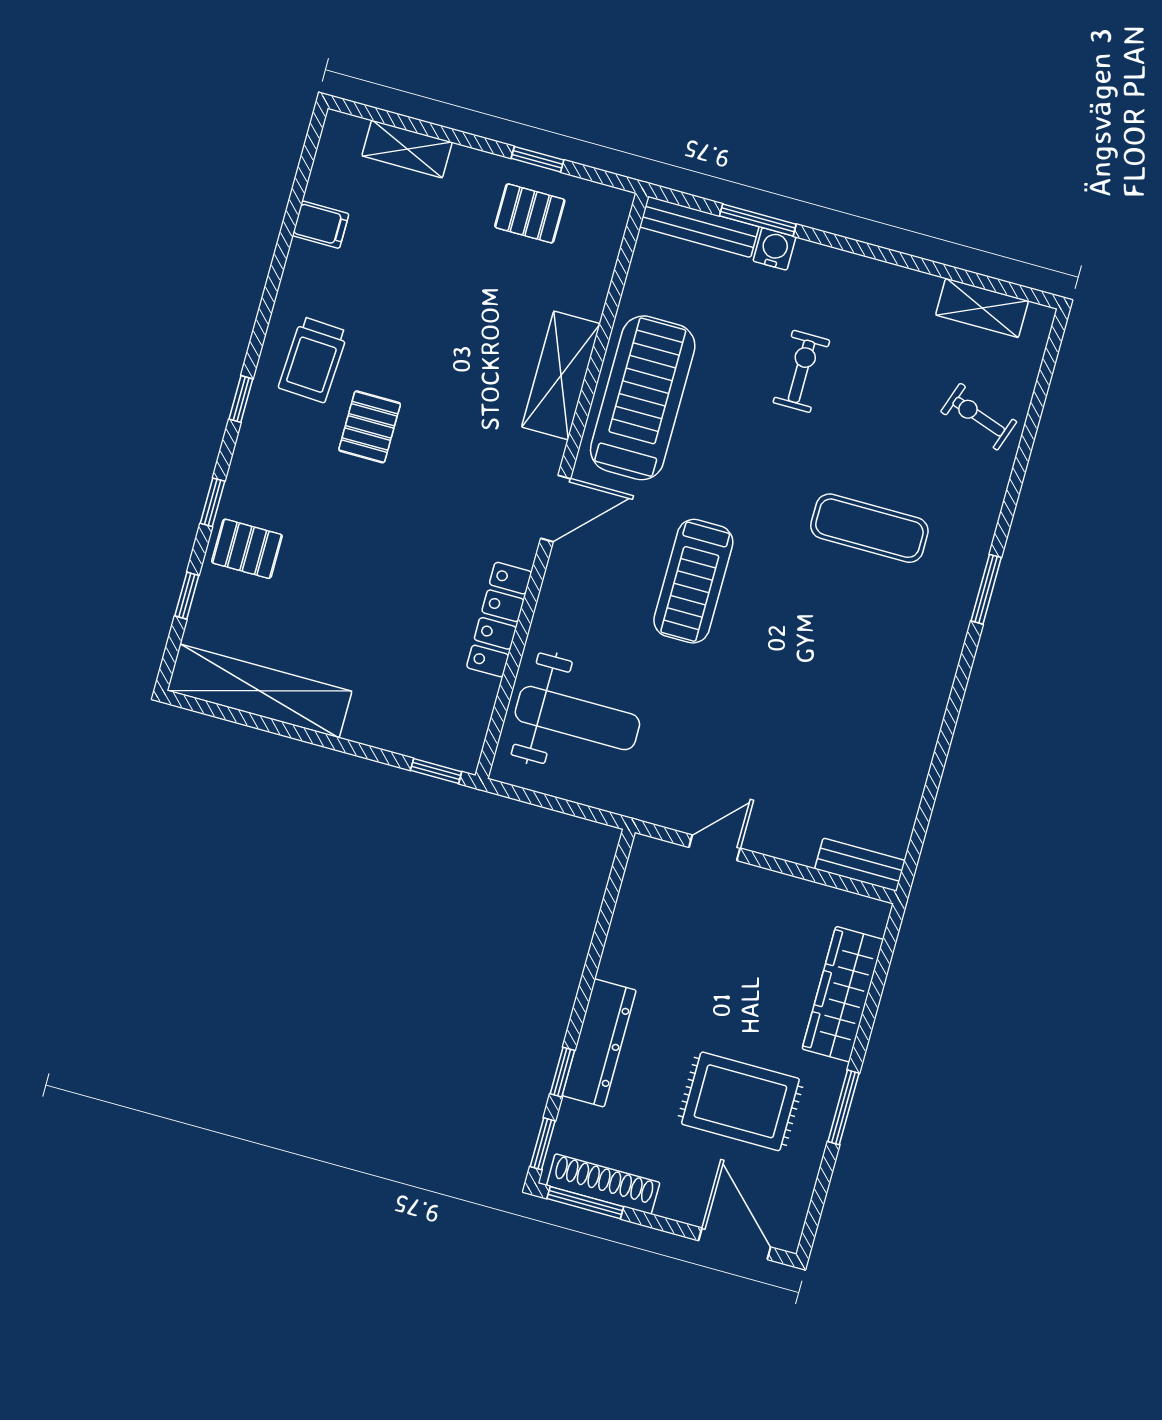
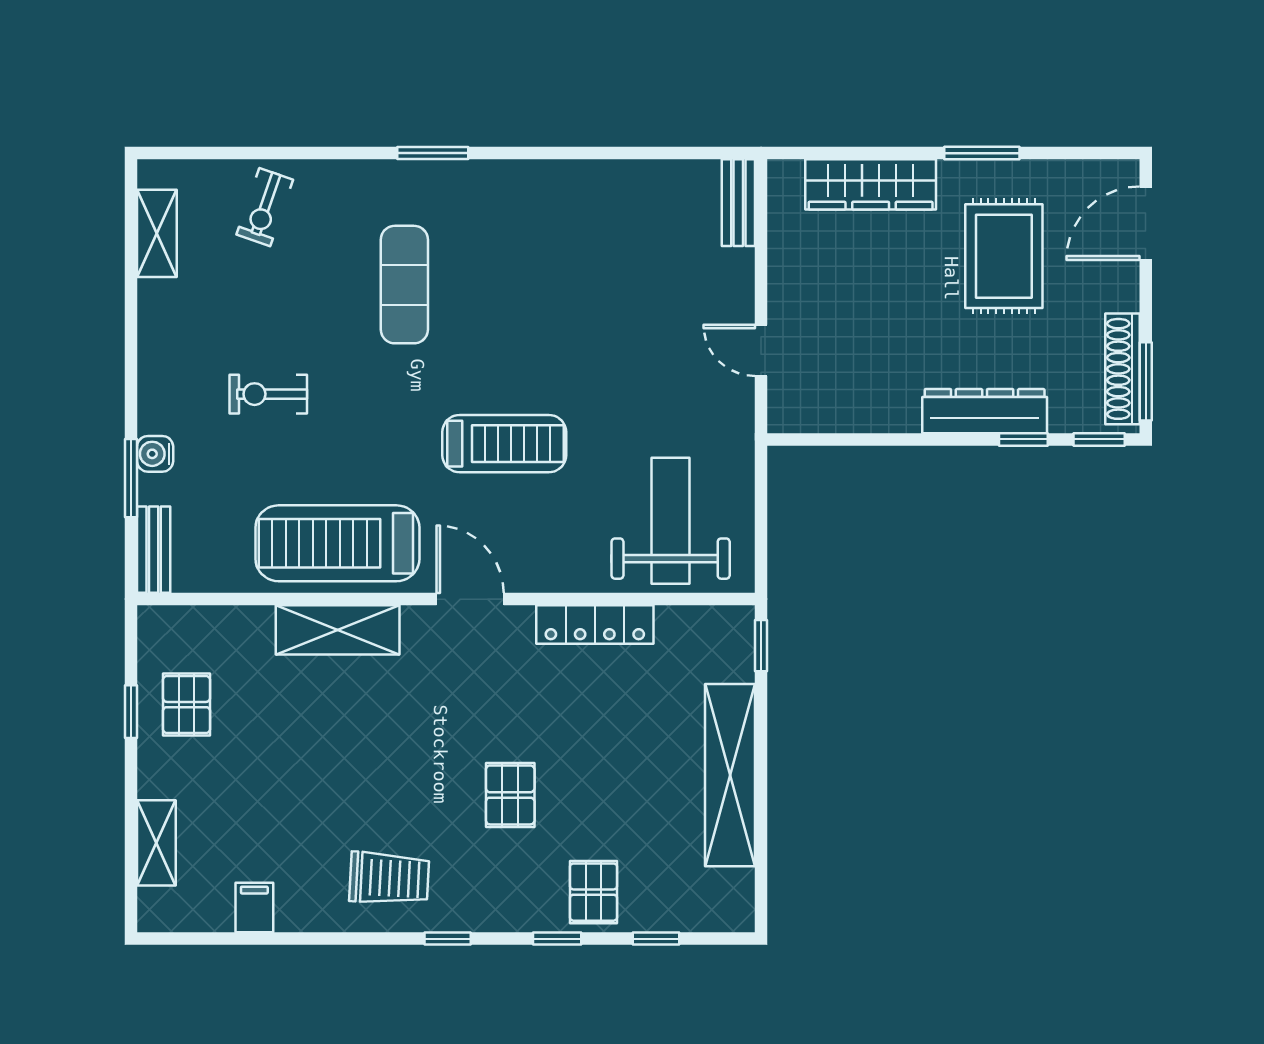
bench: (699, 227) -> (154, 550), width x0.73
pallet: (370, 427) -> (510, 795), moved, turned 90
shelving: (259, 691) -> (730, 775), moved

